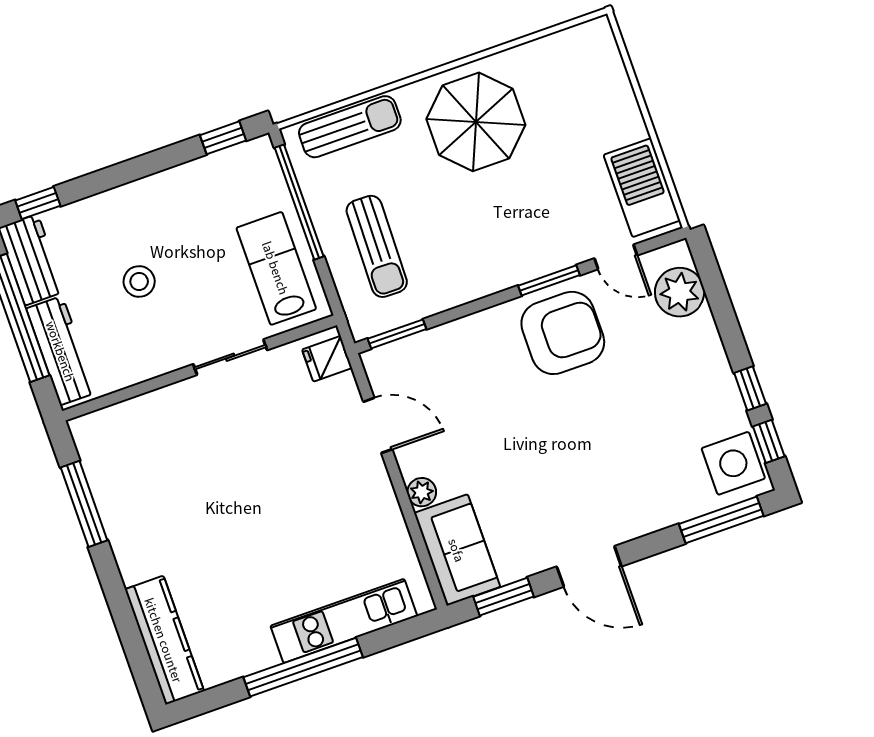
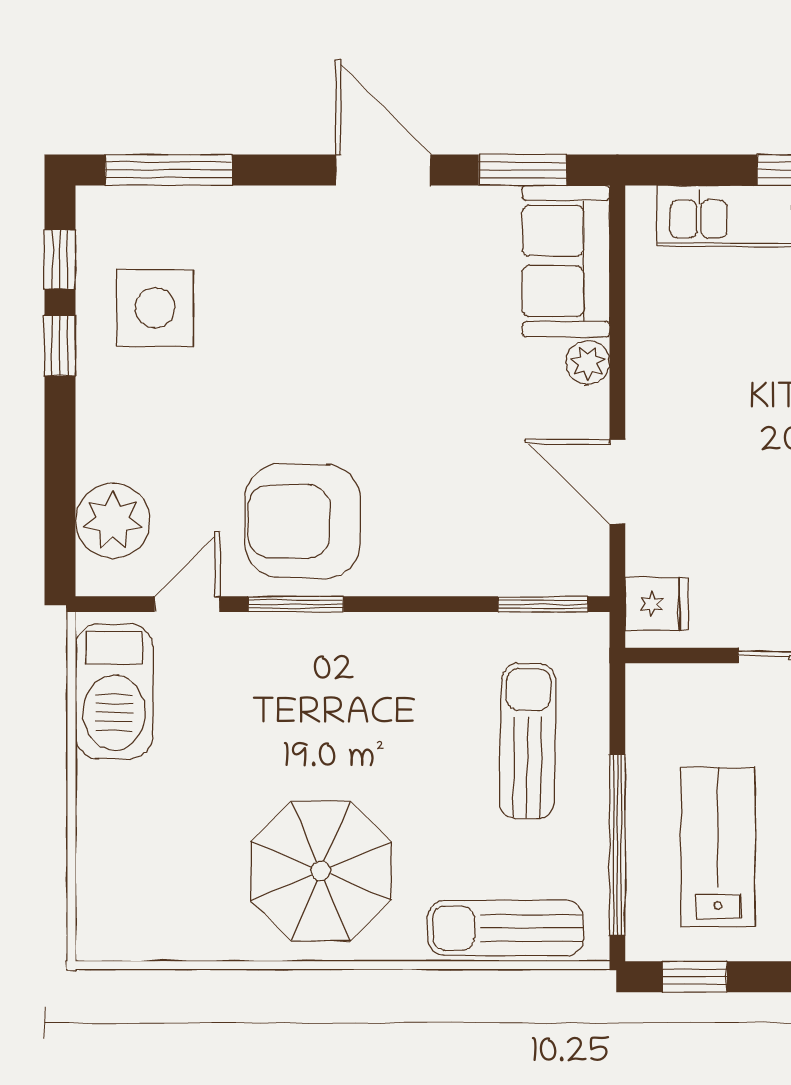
door: (616, 257) -> (187, 604), hinge flipped
lab bench: (276, 268) -> (718, 847), moved, turned 180
side table: (733, 463) -> (155, 308), moved

